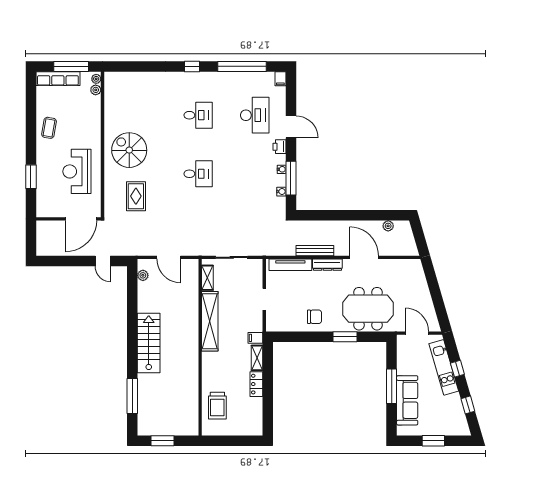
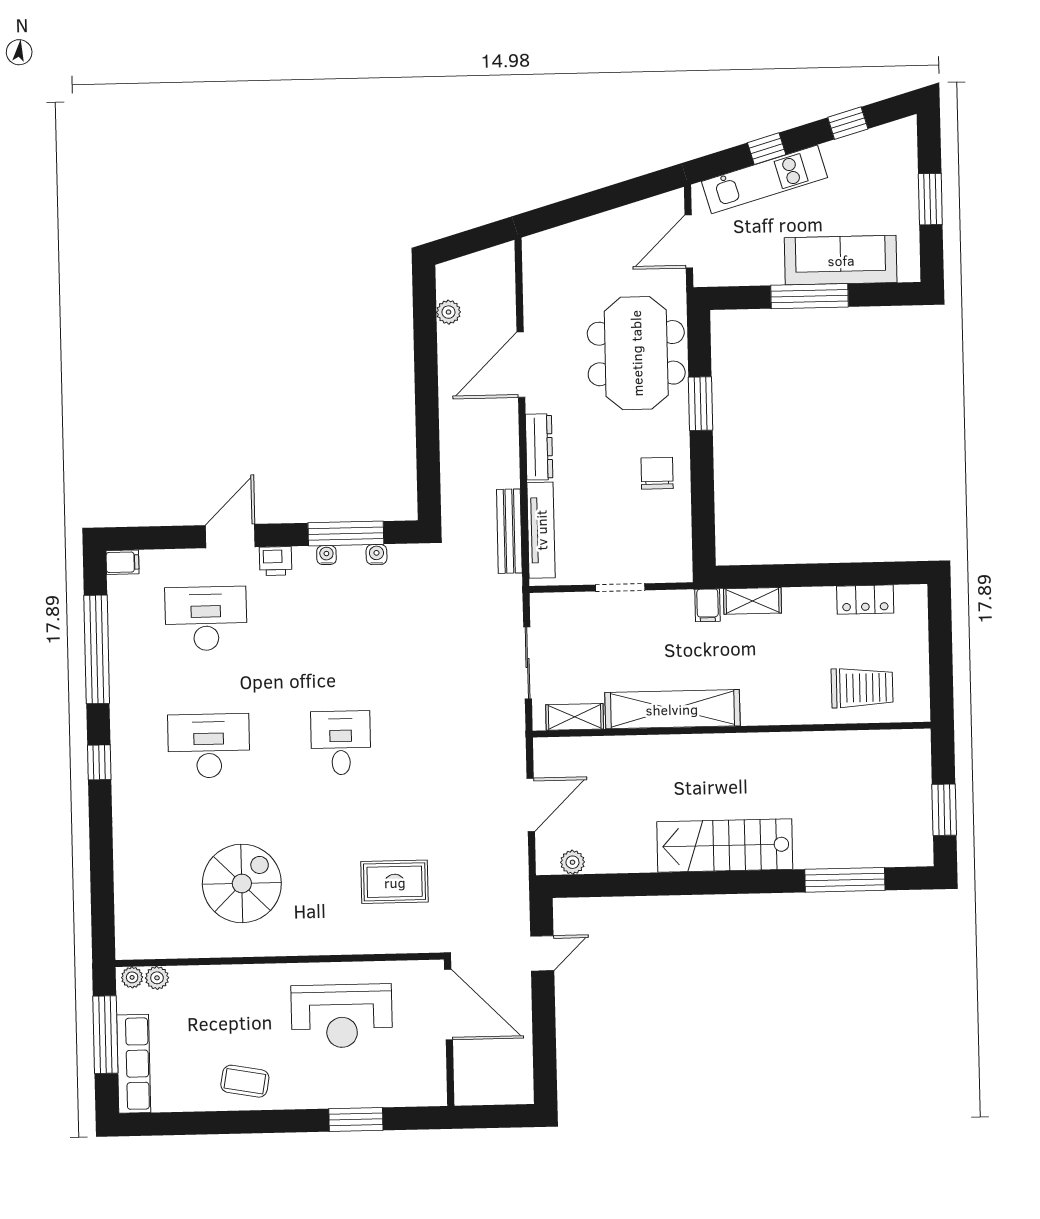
desk: (198, 115) -> (209, 746), width x1.37
spiral stairs: (129, 150) -> (242, 883), moved, turned 180
bench: (315, 251) -> (509, 531), moved
locker: (256, 384) -> (865, 600), moved

